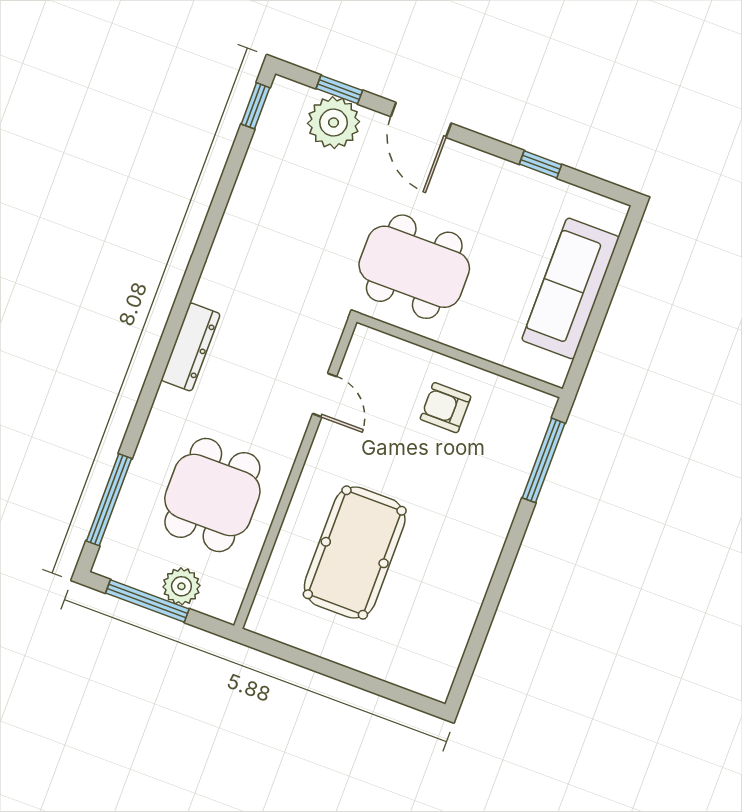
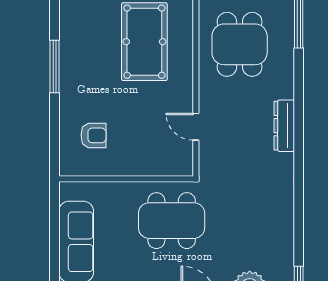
armchair: (446, 408) -> (93, 135), moved
window: (544, 460) -> (54, 66), moved

